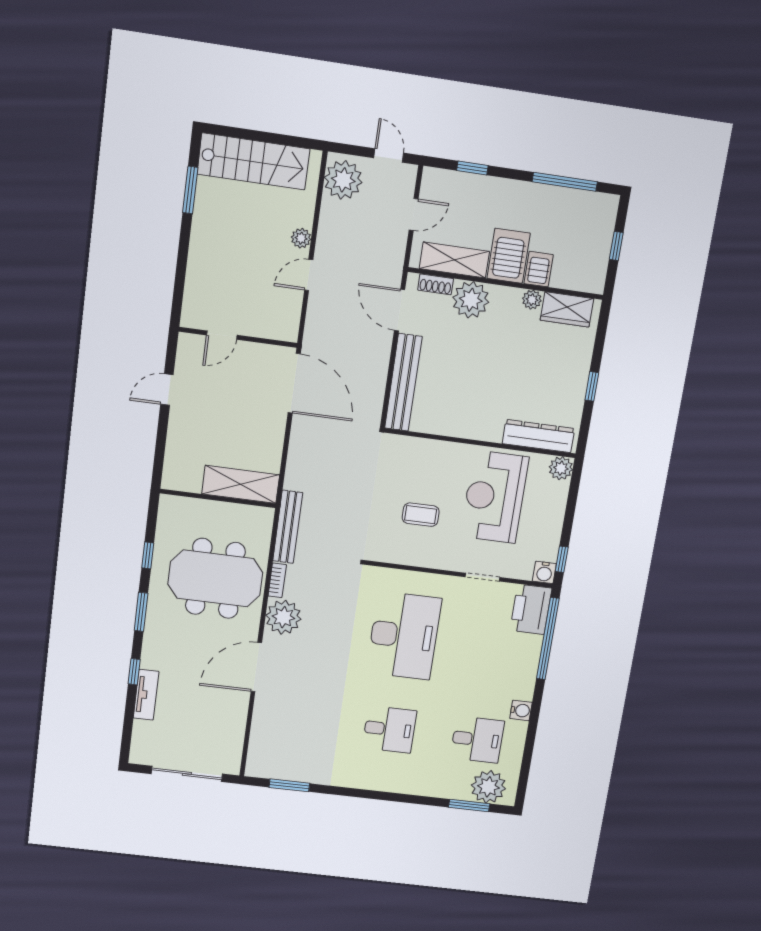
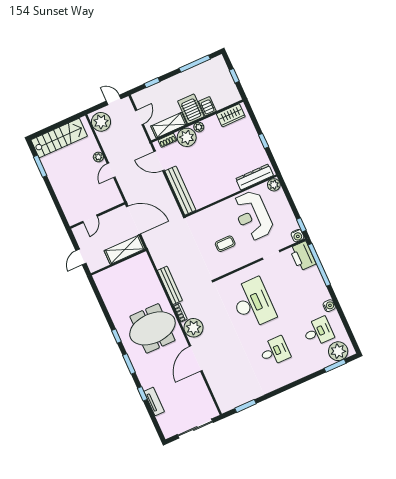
plant: (532, 300) -> (199, 127), moved
shelving: (241, 484) -> (125, 250), moved
wall: (218, 498) -> (118, 262), moved

